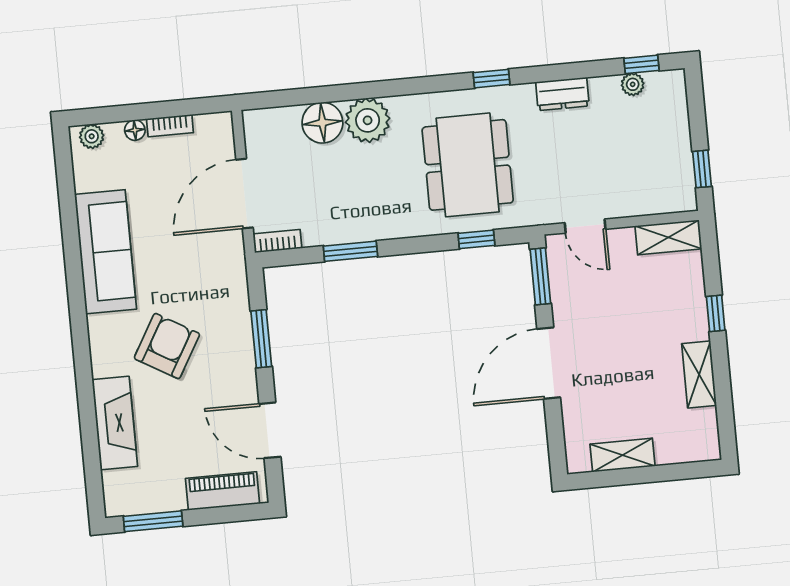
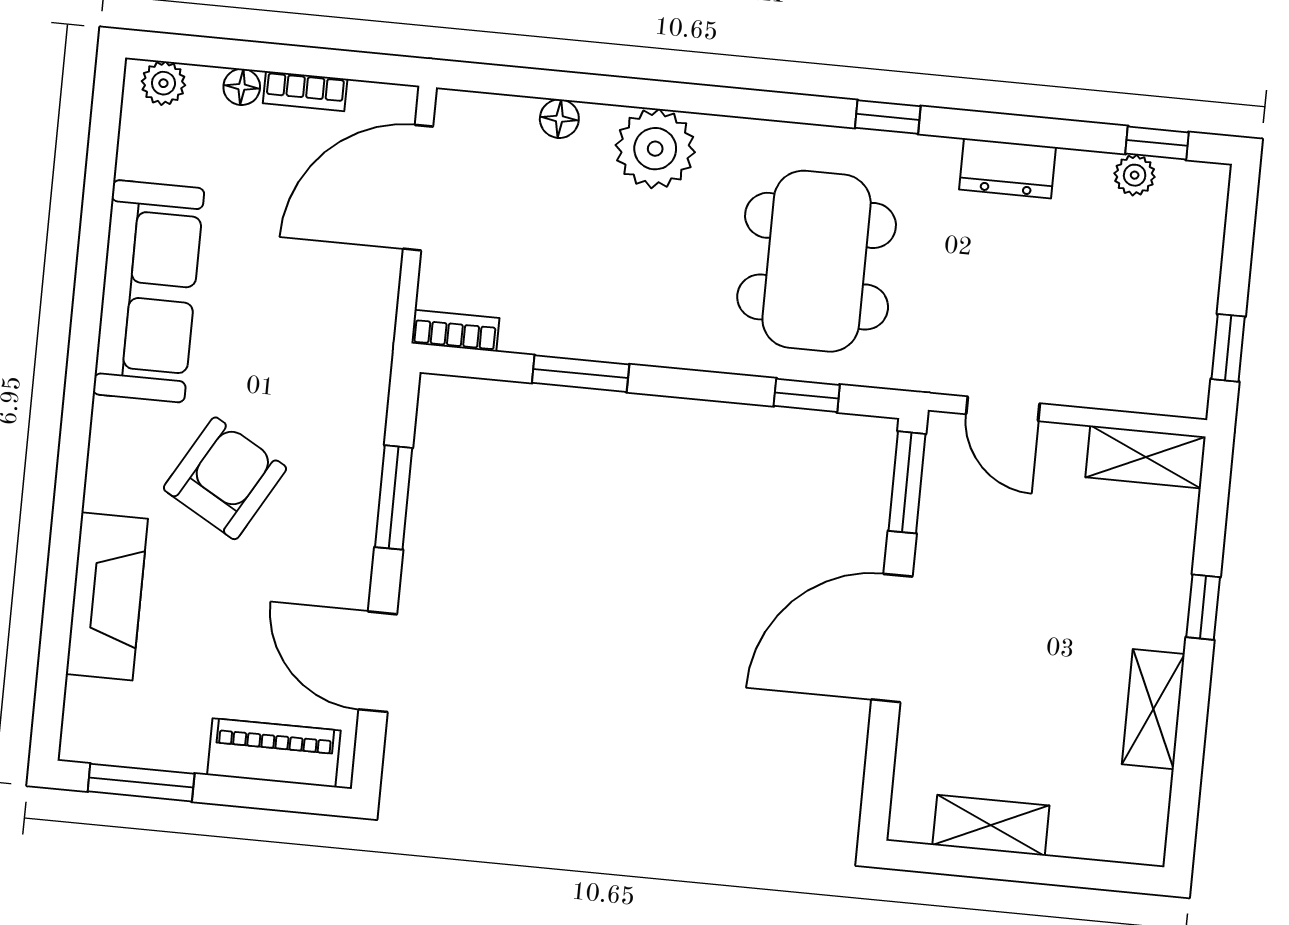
floor lamp: (322, 123) -> (559, 119), width x0.53, depth x0.53
door: (244, 194) -> (418, 188), moved

